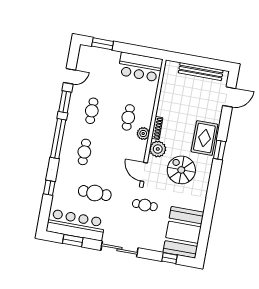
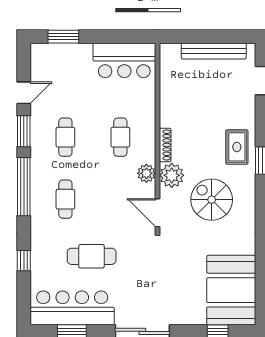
plant: (143, 134) -> (146, 173), moved
rug: (204, 138) -> (237, 147), width x0.73, depth x0.70
cafe table: (145, 205) -> (168, 261), removed

